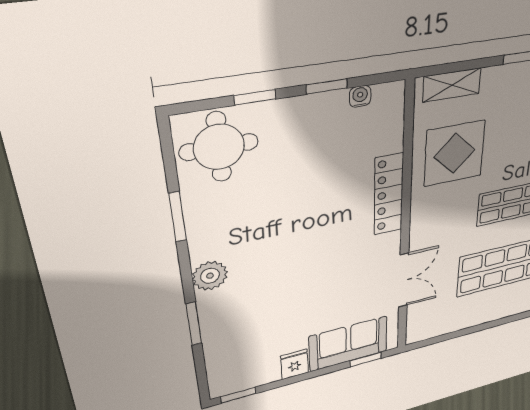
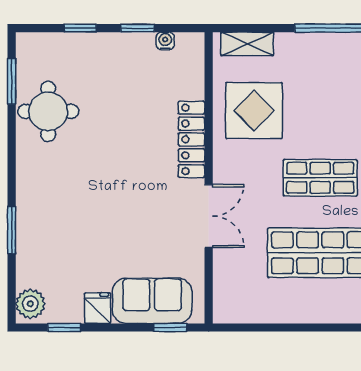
round table: (219, 147) -> (48, 111), moved
window: (178, 217) -> (12, 81), moved
plant: (210, 276) -> (30, 304), moved
double door: (404, 280) -> (209, 216), moved
window: (238, 395) -> (64, 328), moved

